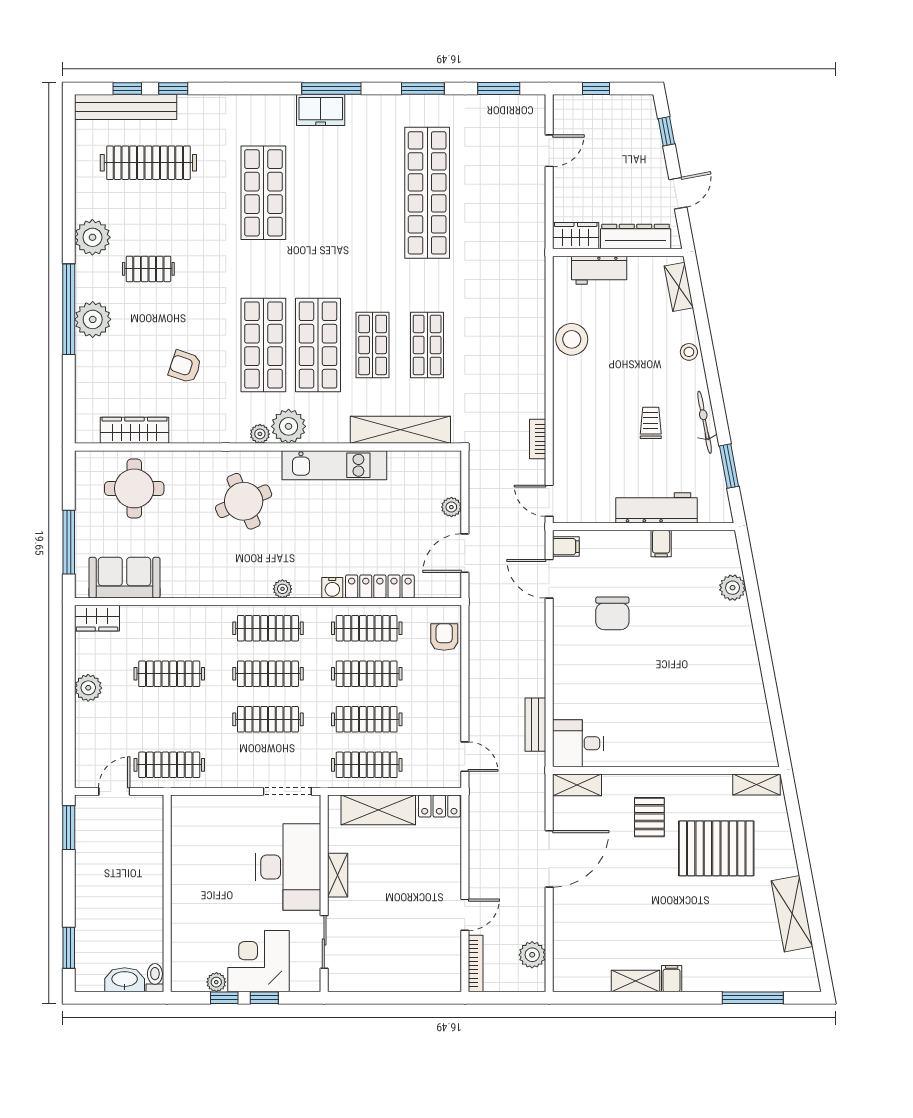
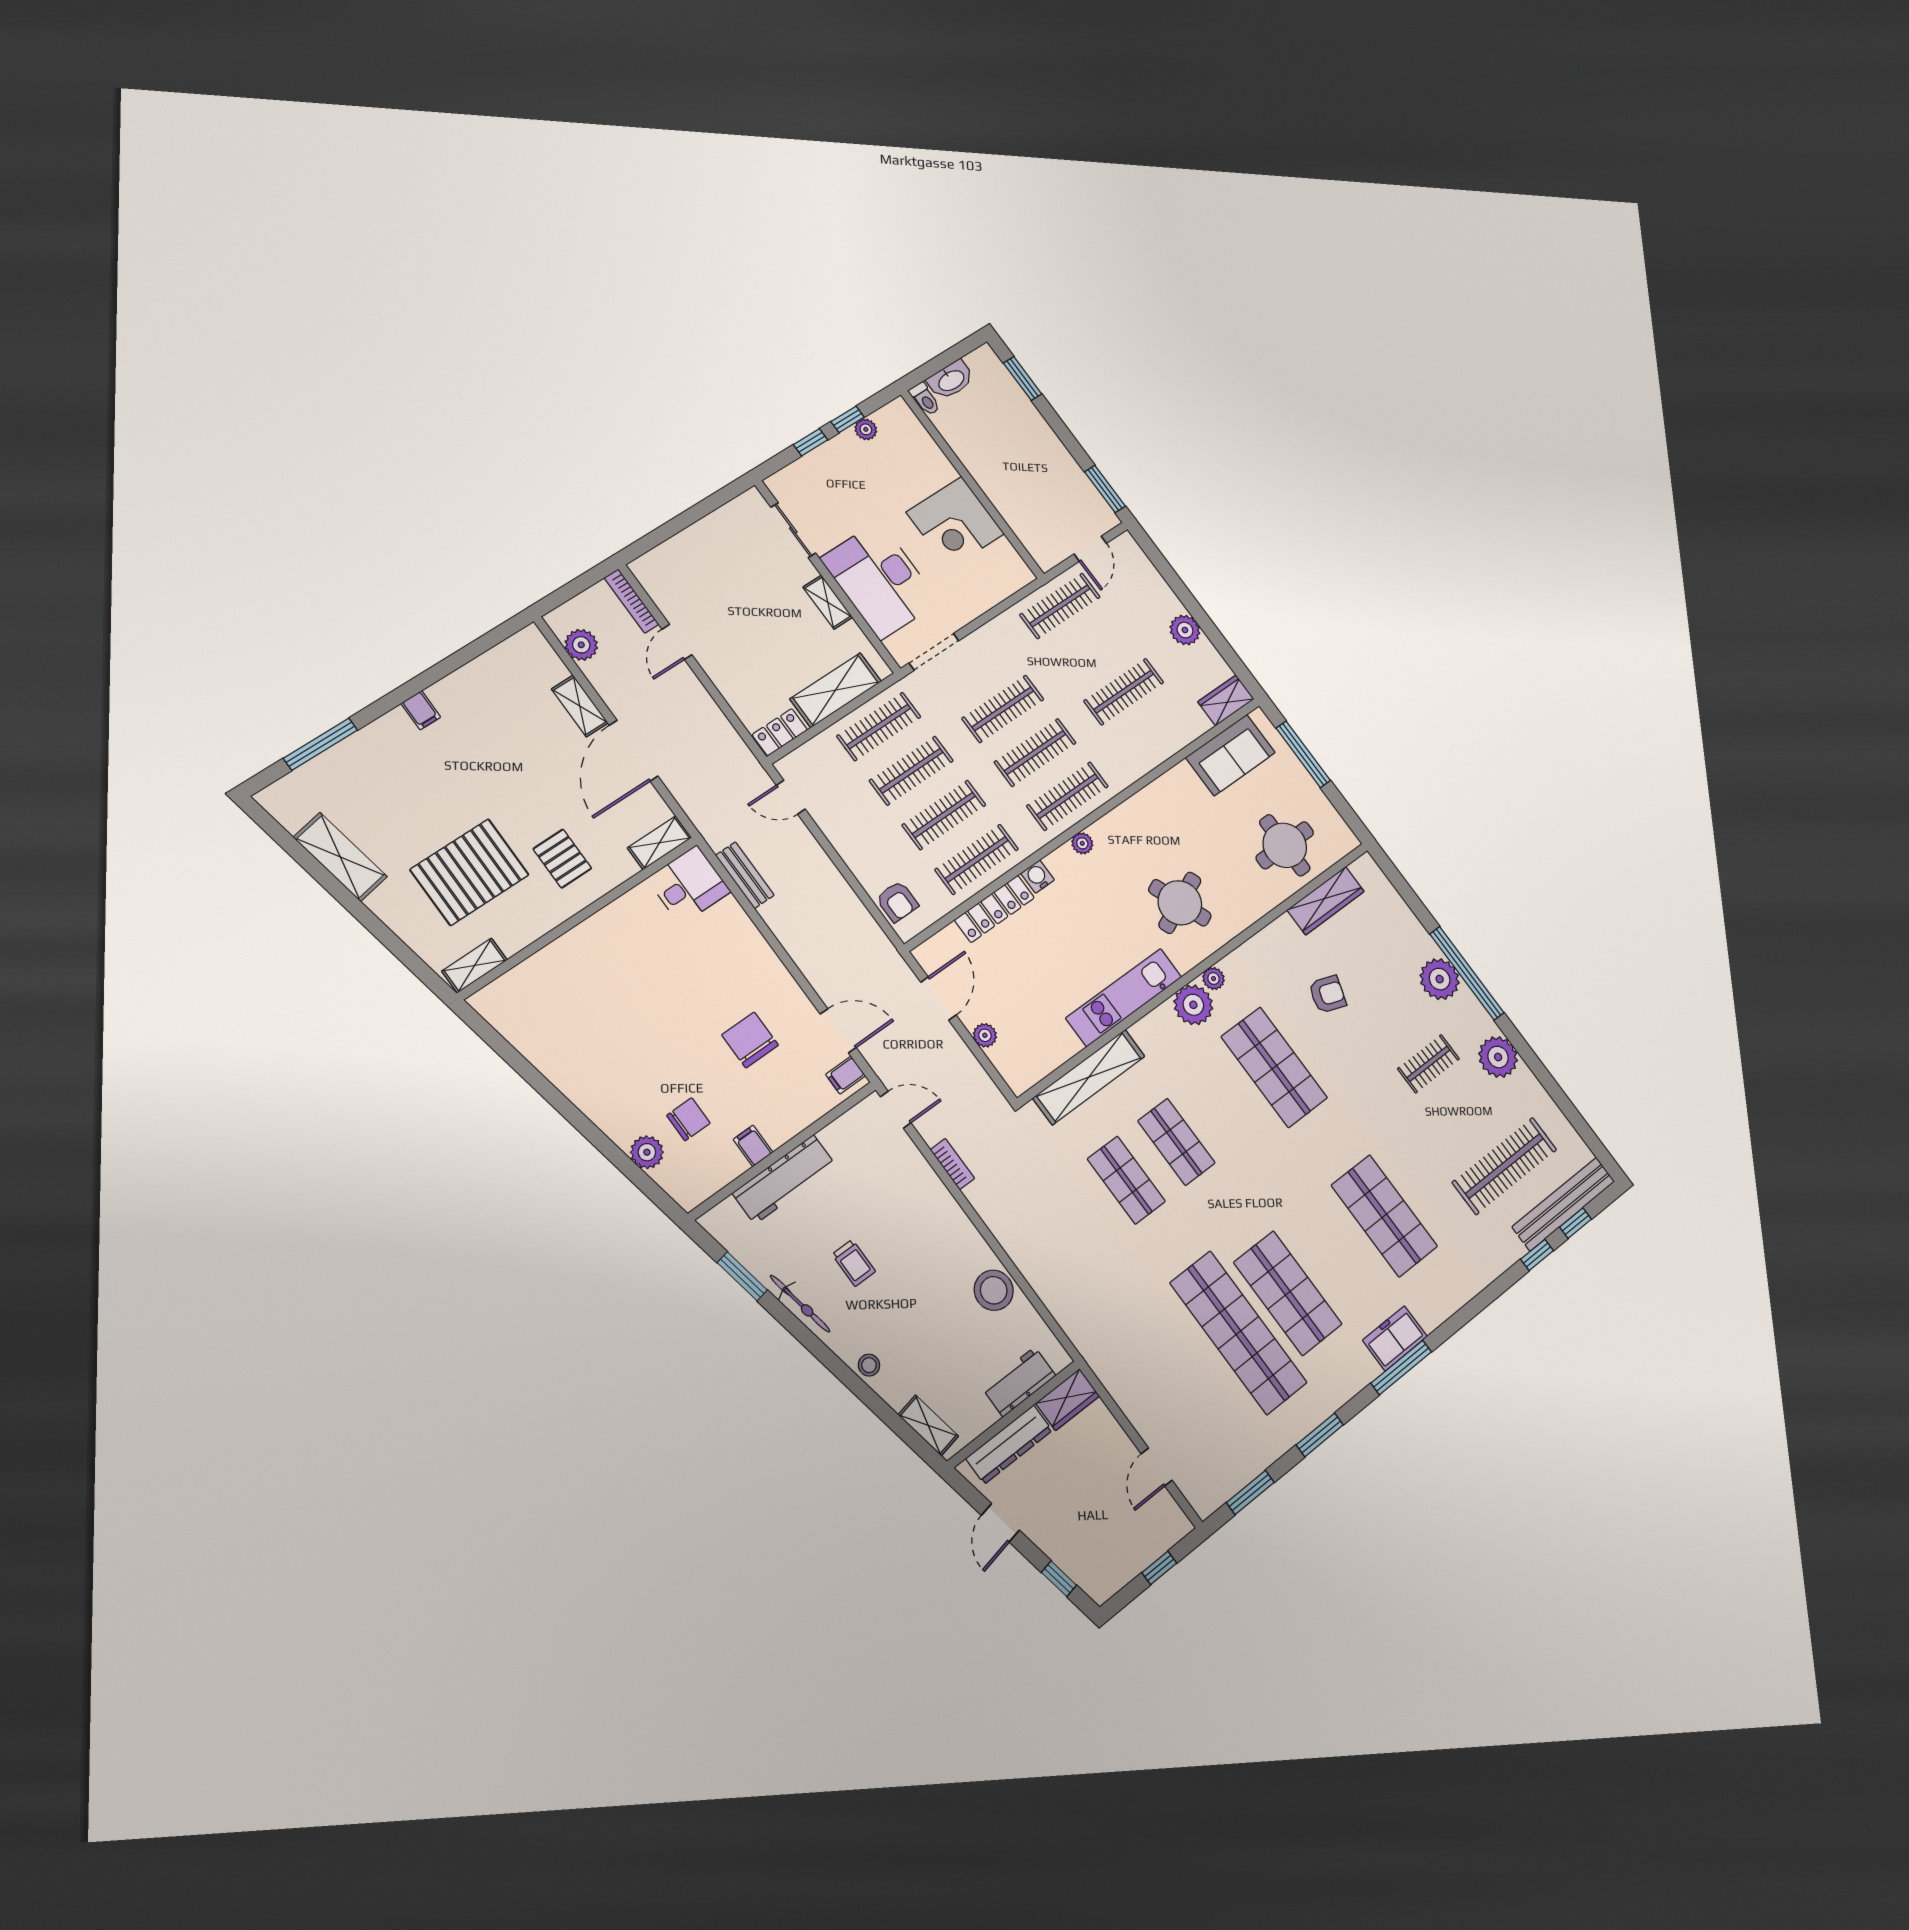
shop shelf: (318, 345) -> (1288, 1293), moved
chair: (691, 590) -> (688, 1119), added
corner desk: (259, 961) -> (955, 523), moved, turned 90
shelving: (636, 981) -> (580, 706), moved, turned 90

